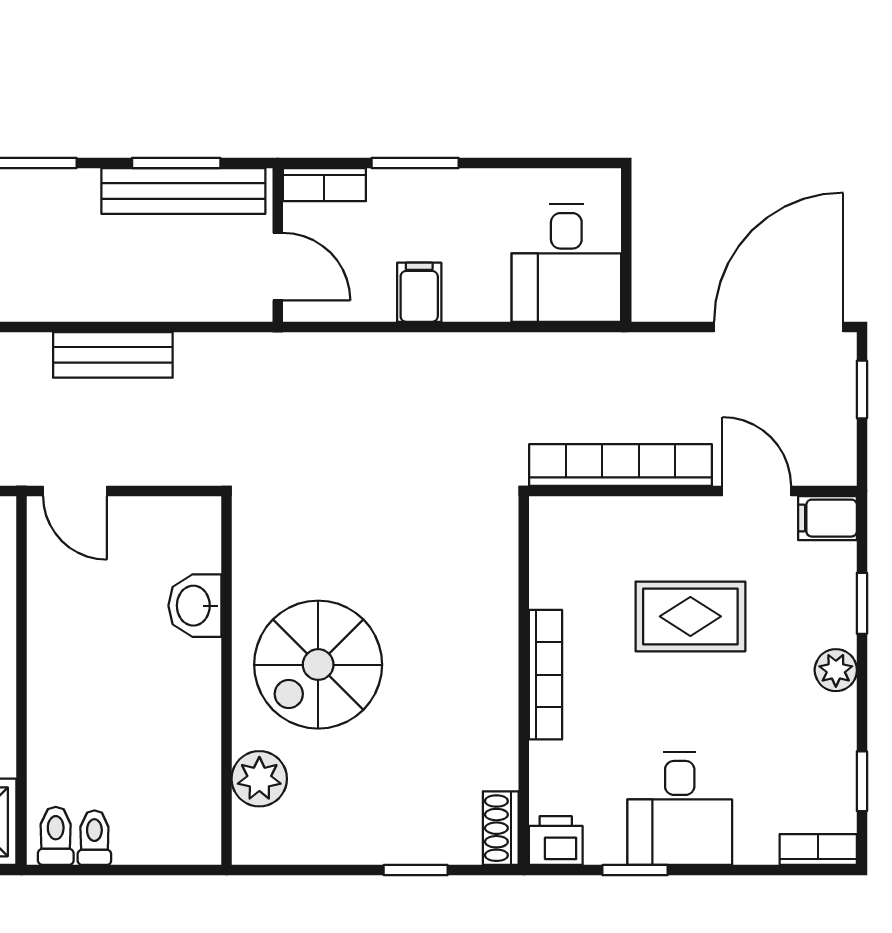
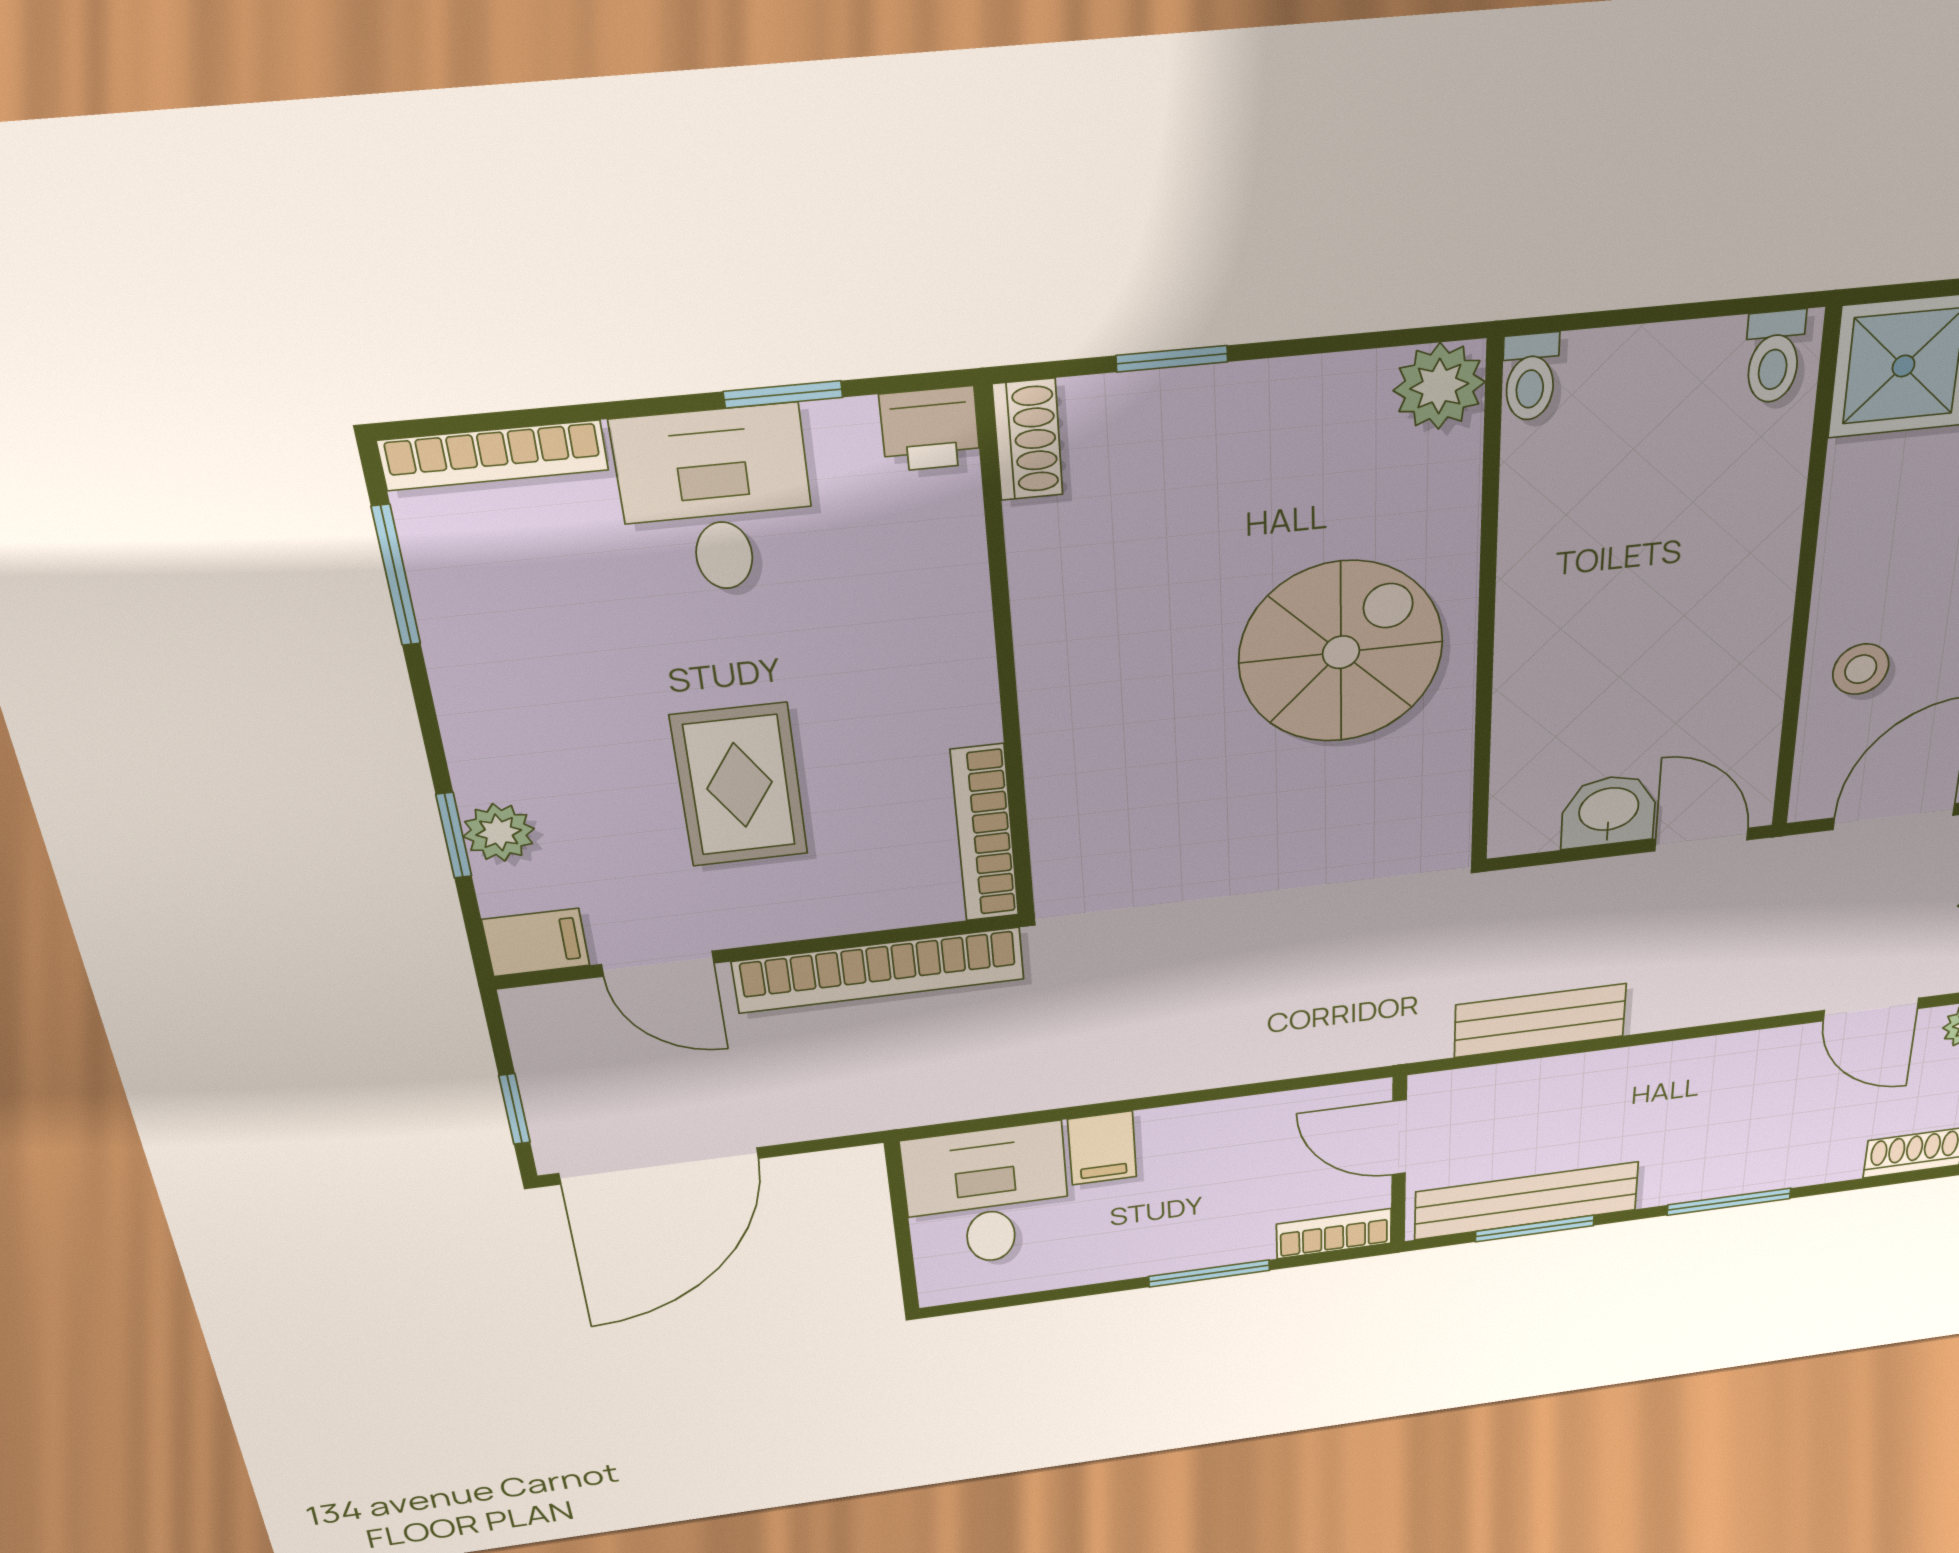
filing cabinet: (419, 292) -> (1102, 1148), moved
bench: (113, 355) -> (1540, 1021), moved
washbasin: (195, 606) -> (1609, 811), moved, turned -90
rug: (690, 616) -> (740, 785), turned 90
plant: (836, 670) -> (499, 833), moved
bookcase: (545, 675) -> (985, 834), moved
plant: (259, 779) -> (1439, 386), moved
window: (862, 781) -> (396, 576), width x1.50
toilet: (94, 838) -> (1530, 377), moved
bookcase: (818, 850) -> (493, 455), width x1.56

